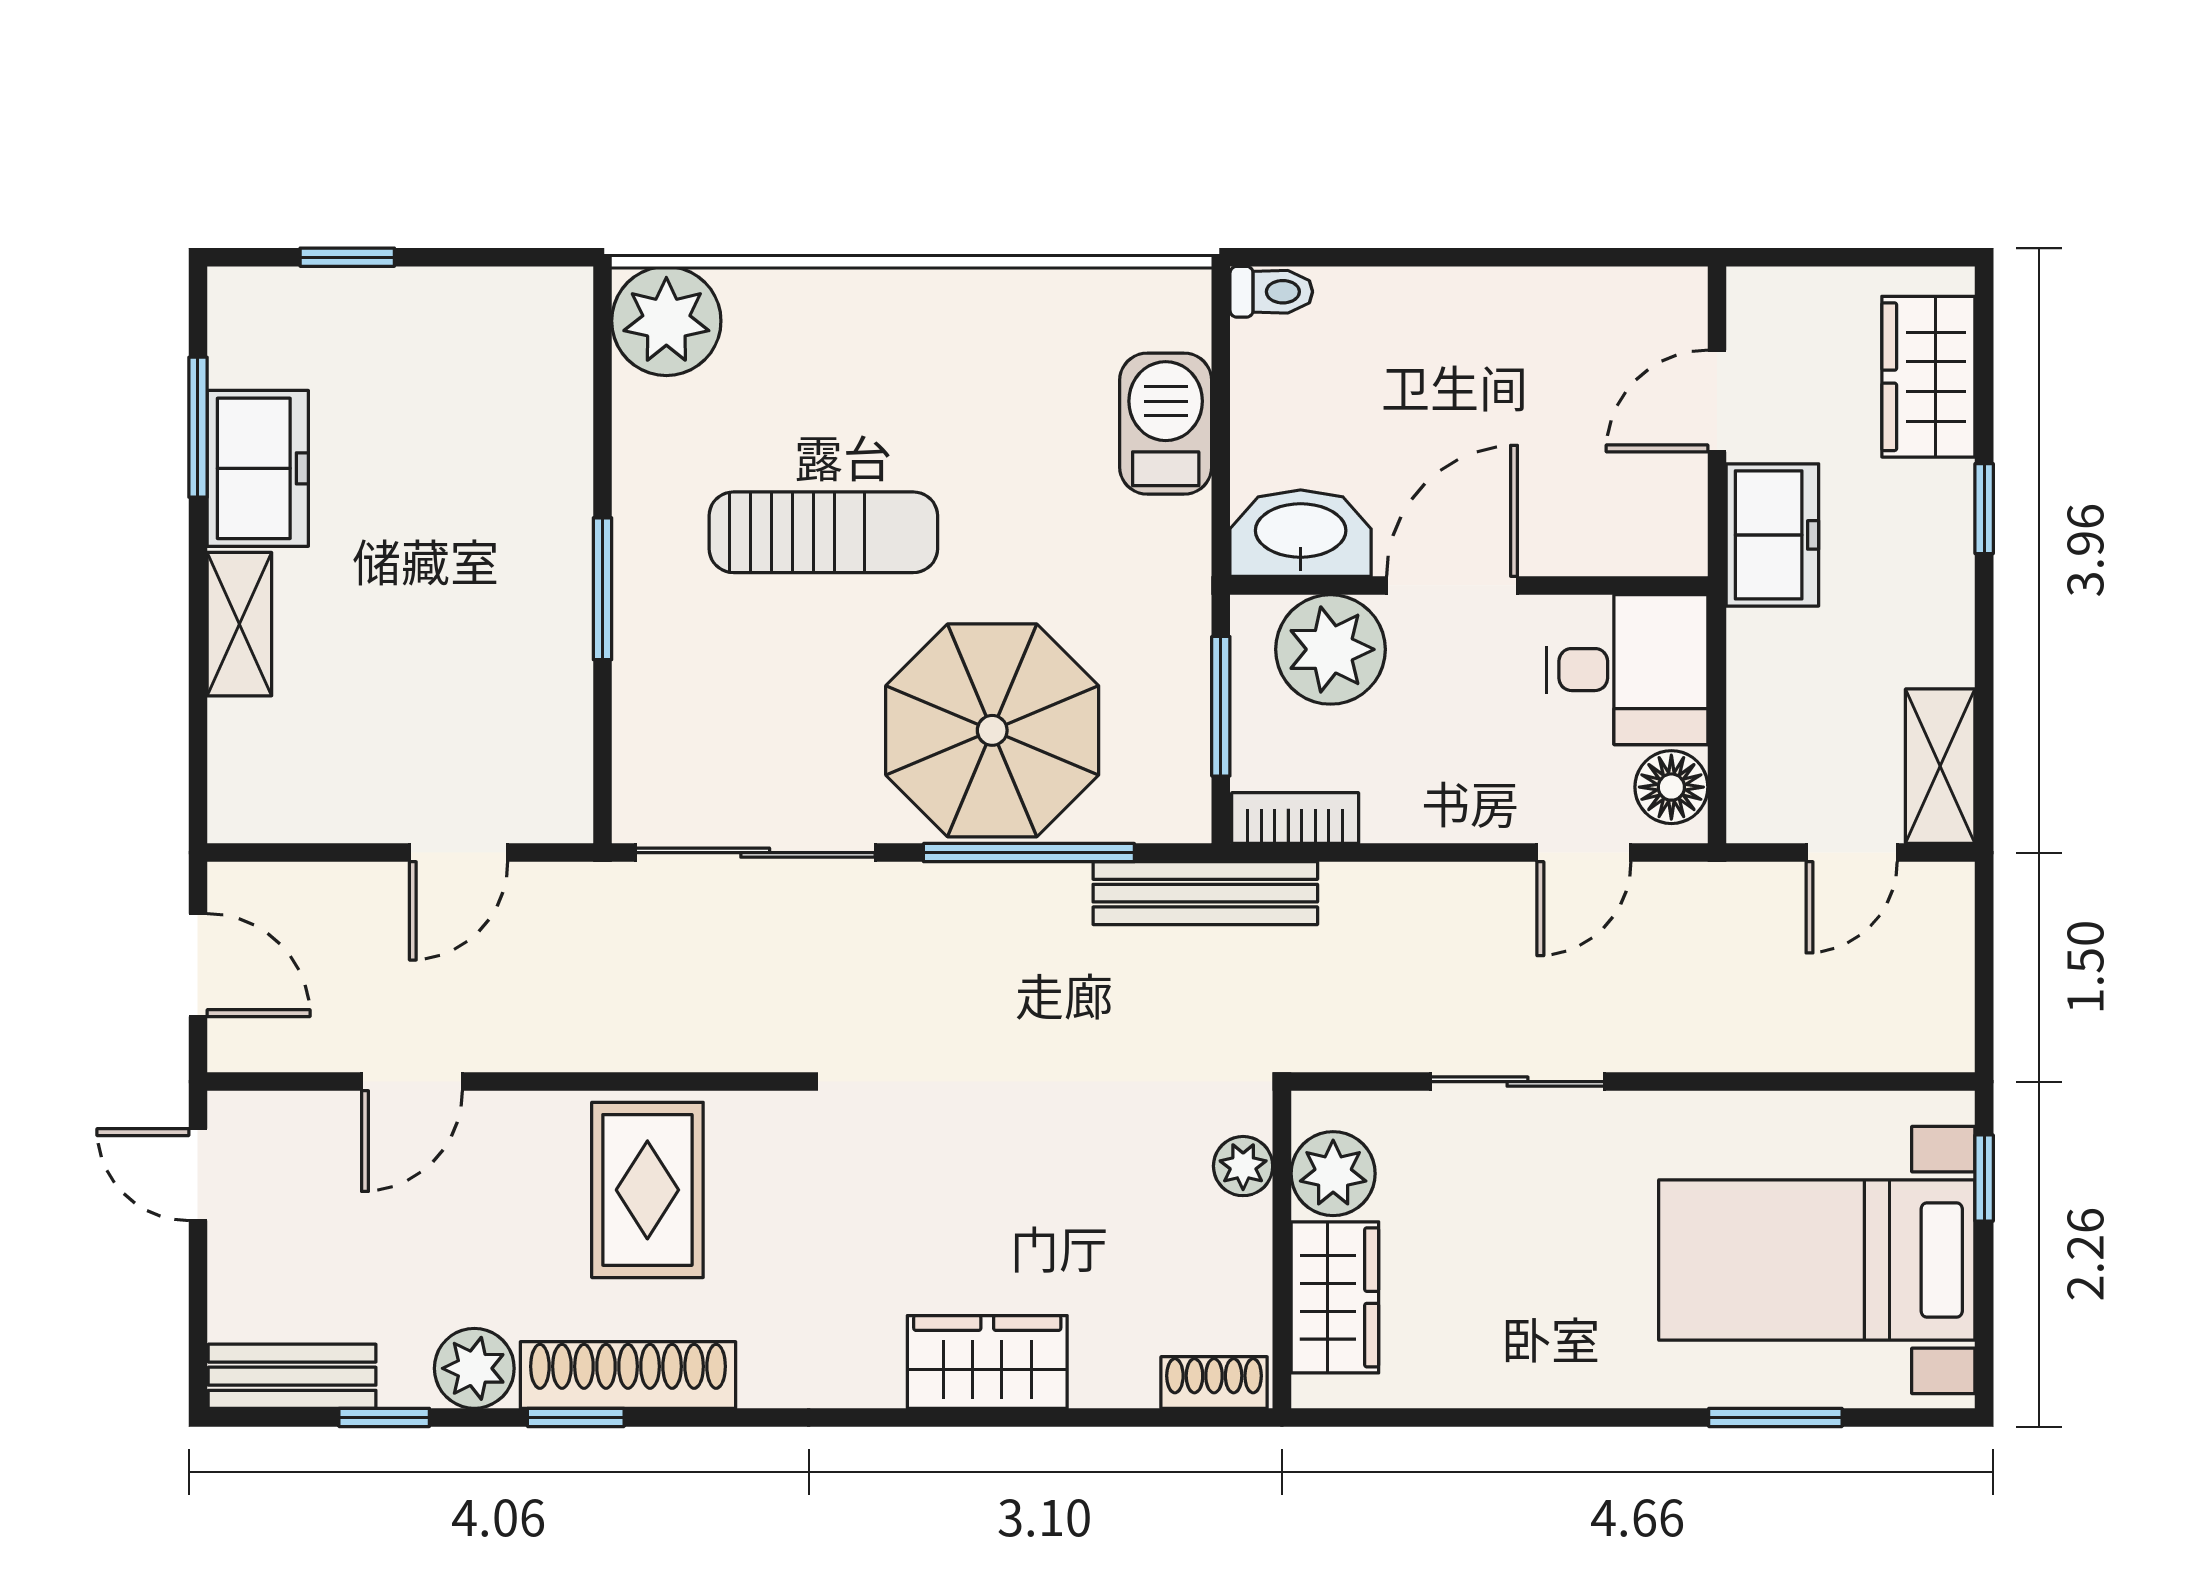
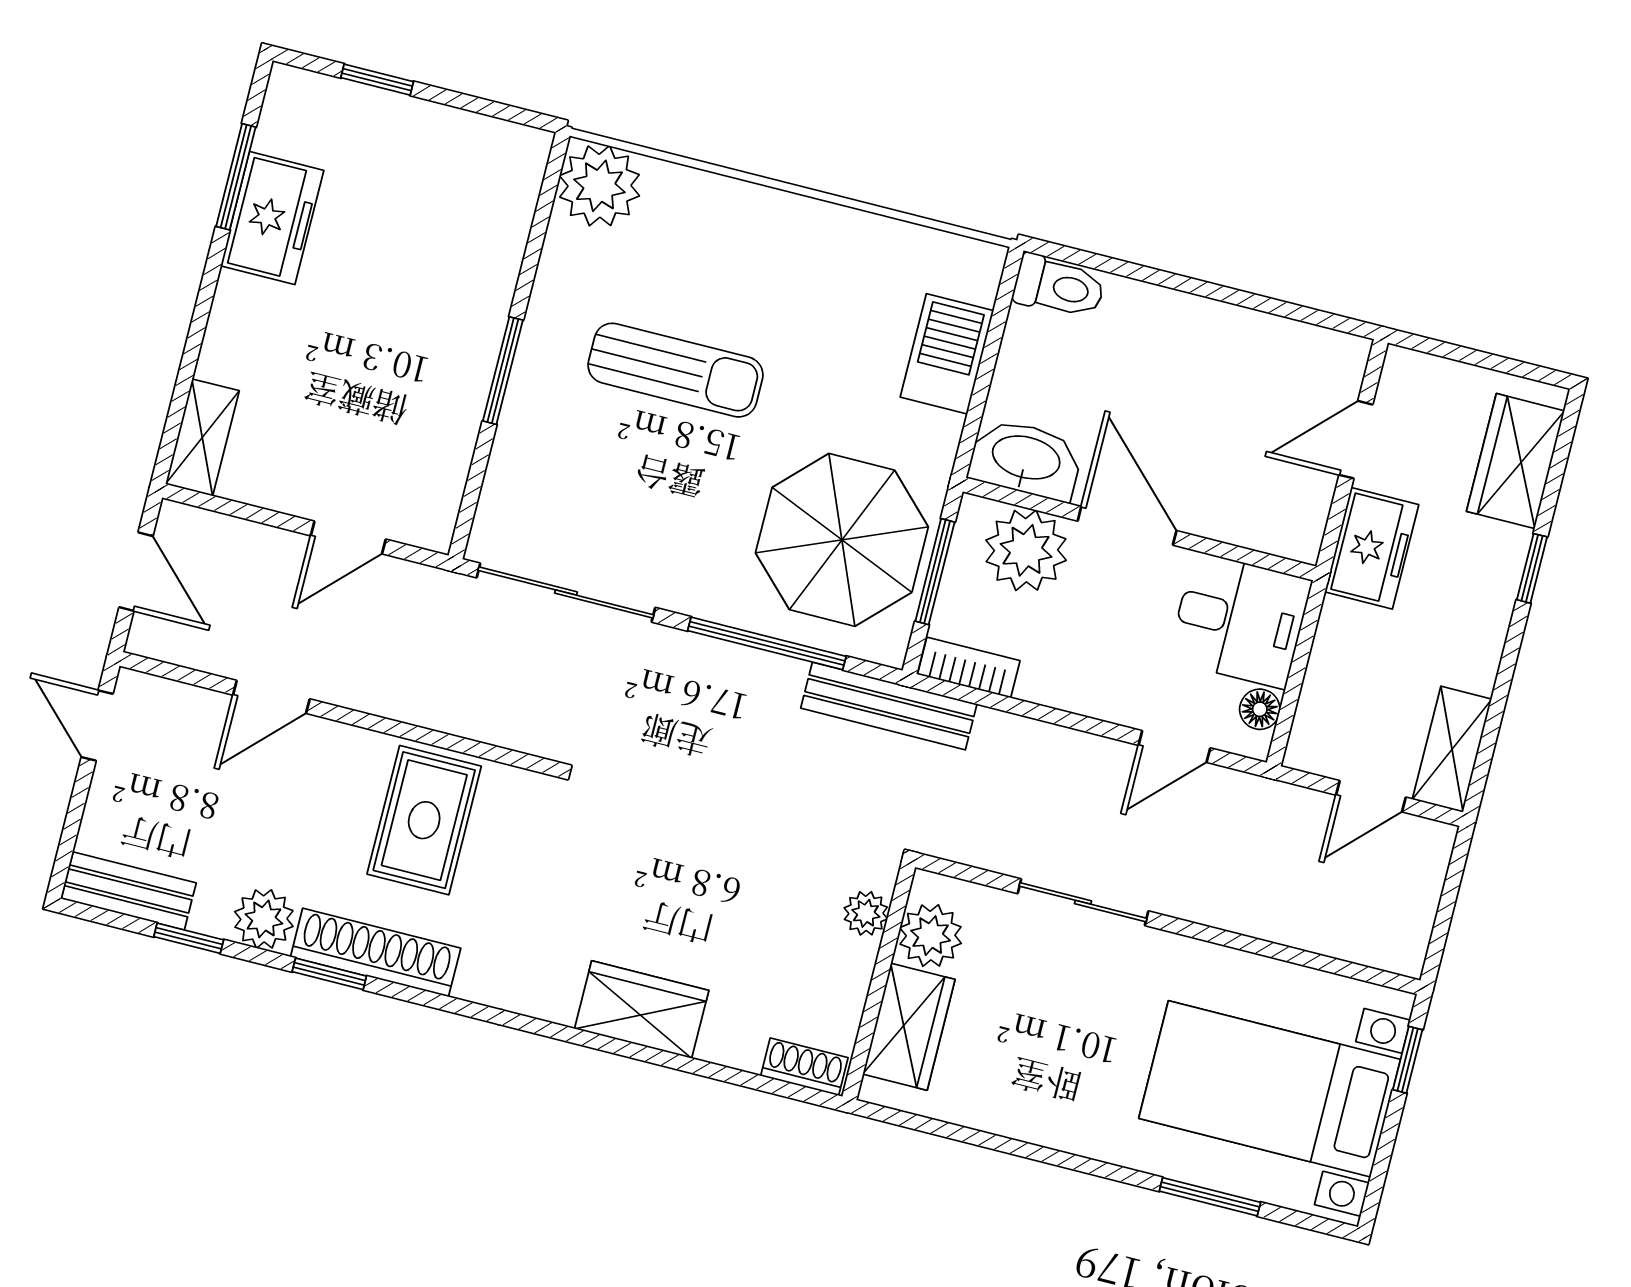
toilet: (1271, 292) -> (1059, 287), width x1.37, depth x1.39
door: (1452, 585) -> (1127, 526), hinge flipped
shelving: (239, 624) -> (202, 437), moved
parasol: (992, 730) -> (842, 540), moved
floor lamp: (1671, 787) -> (1260, 709), width x0.73, depth x0.73

